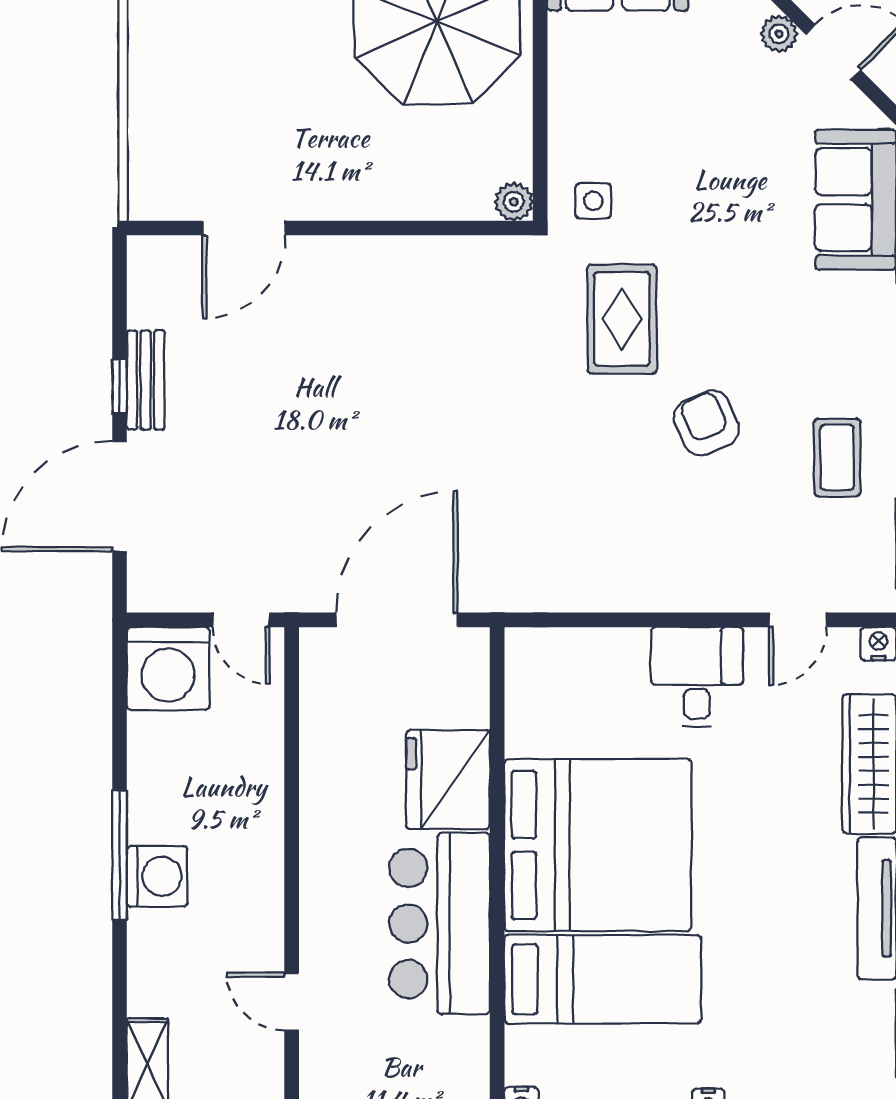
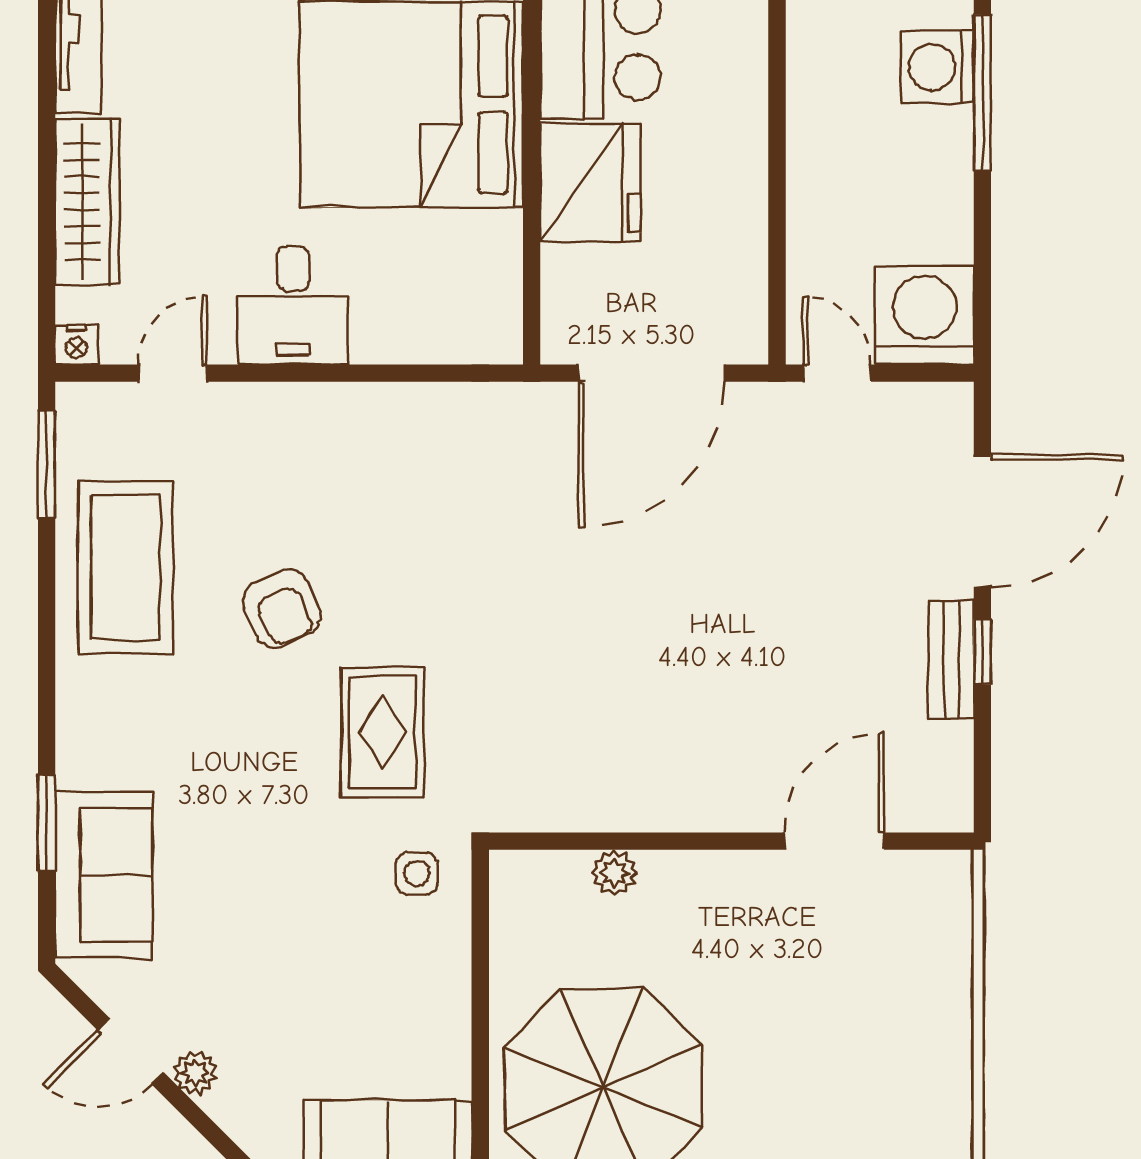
plant: (514, 202) -> (614, 873), moved
coffee table: (837, 457) -> (126, 567), width x1.86, depth x1.72

